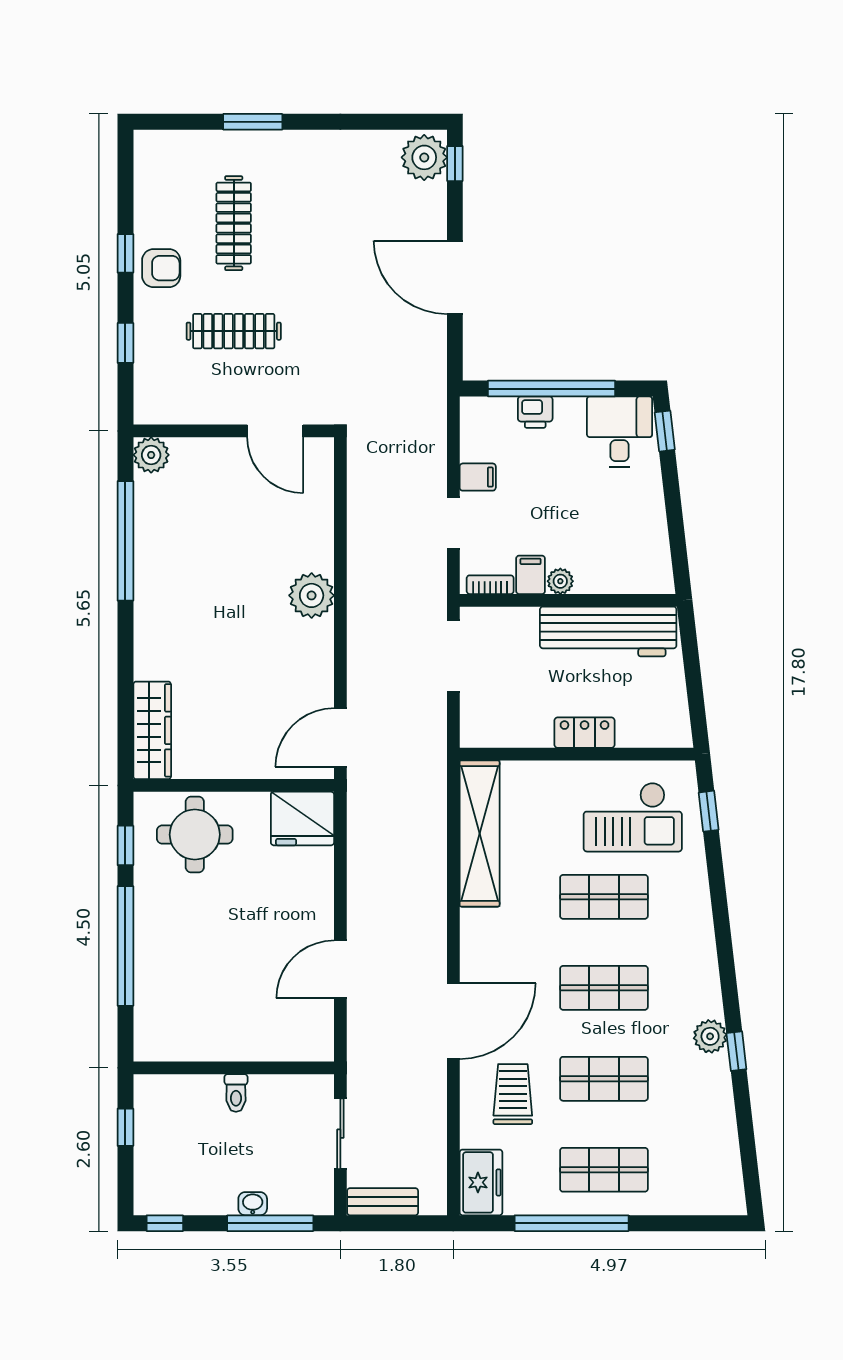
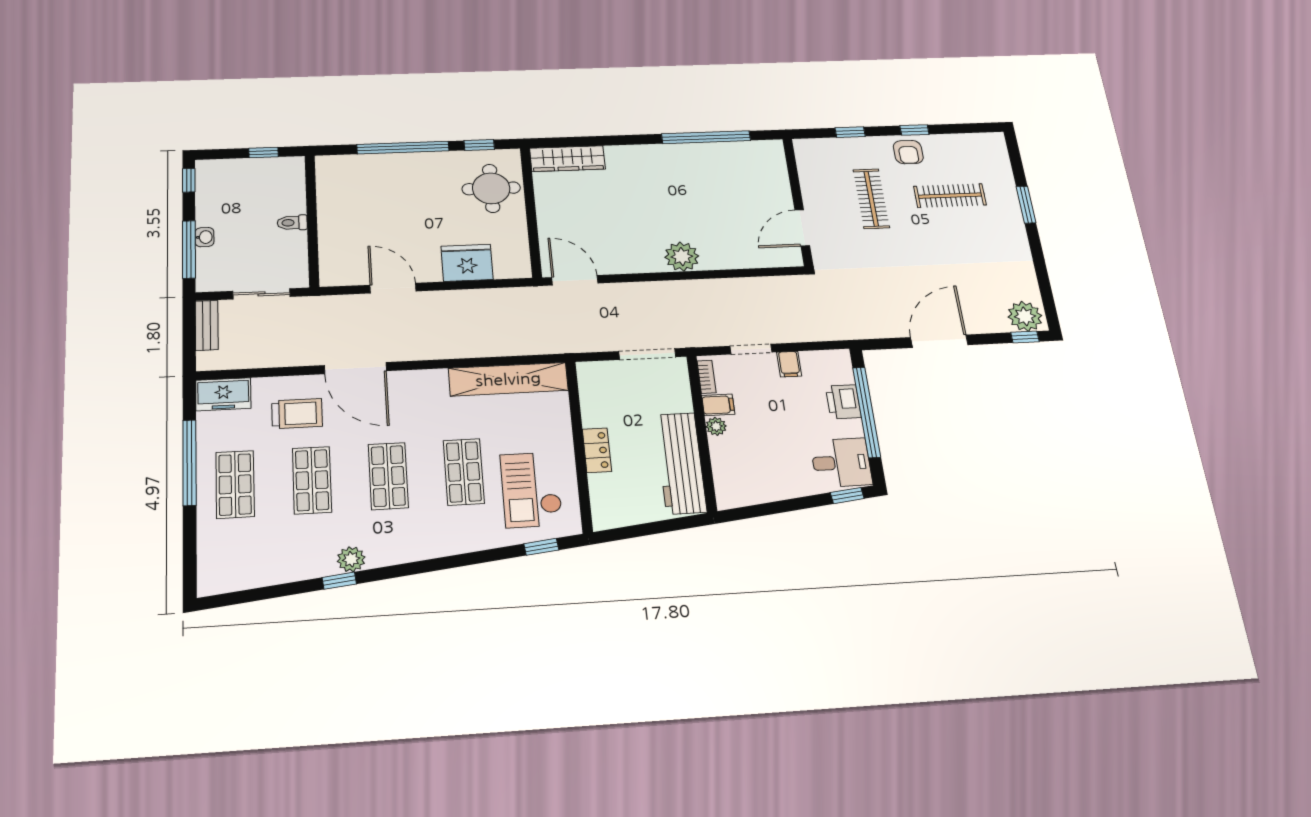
printer: (535, 412) -> (843, 402), width x1.36, depth x1.24
plant: (151, 455) -> (771, 151), removed
fridge: (302, 819) -> (467, 263), moved, turned 90

